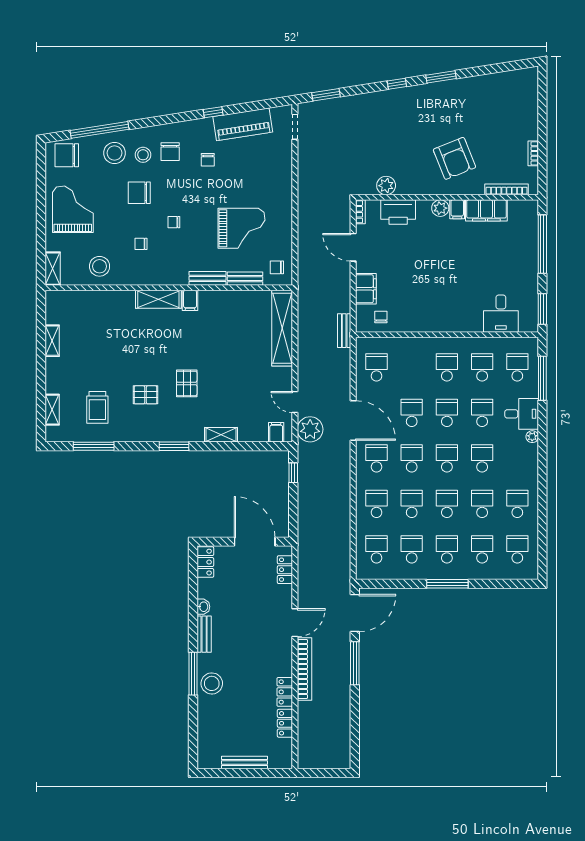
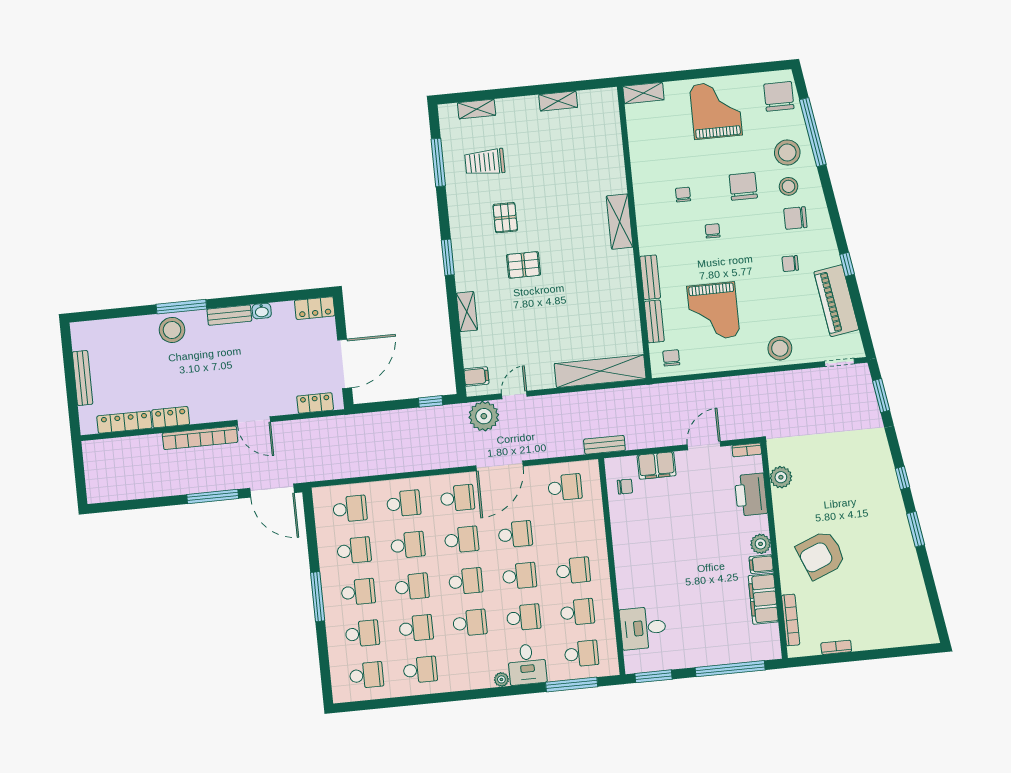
grand piano: (73, 209) -> (716, 110), turned -90
stool: (100, 266) -> (780, 348), moved
filing cabinet: (190, 300) -> (622, 259), removed
locker: (285, 723) -> (124, 422), width x1.53

